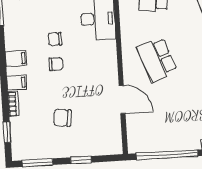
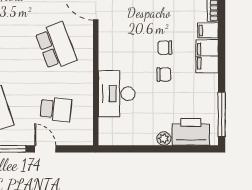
filing cabinet: (16, 59) -> (207, 56), width x2.00

